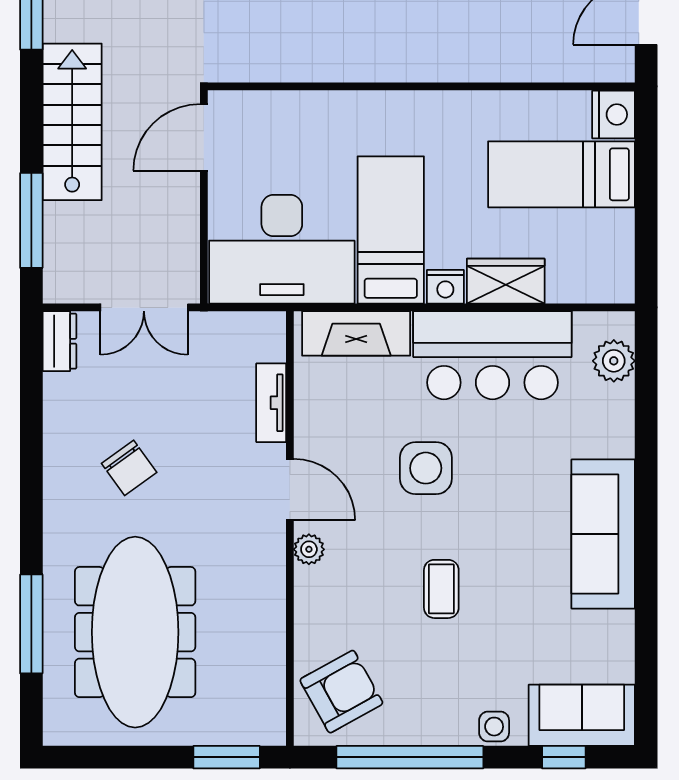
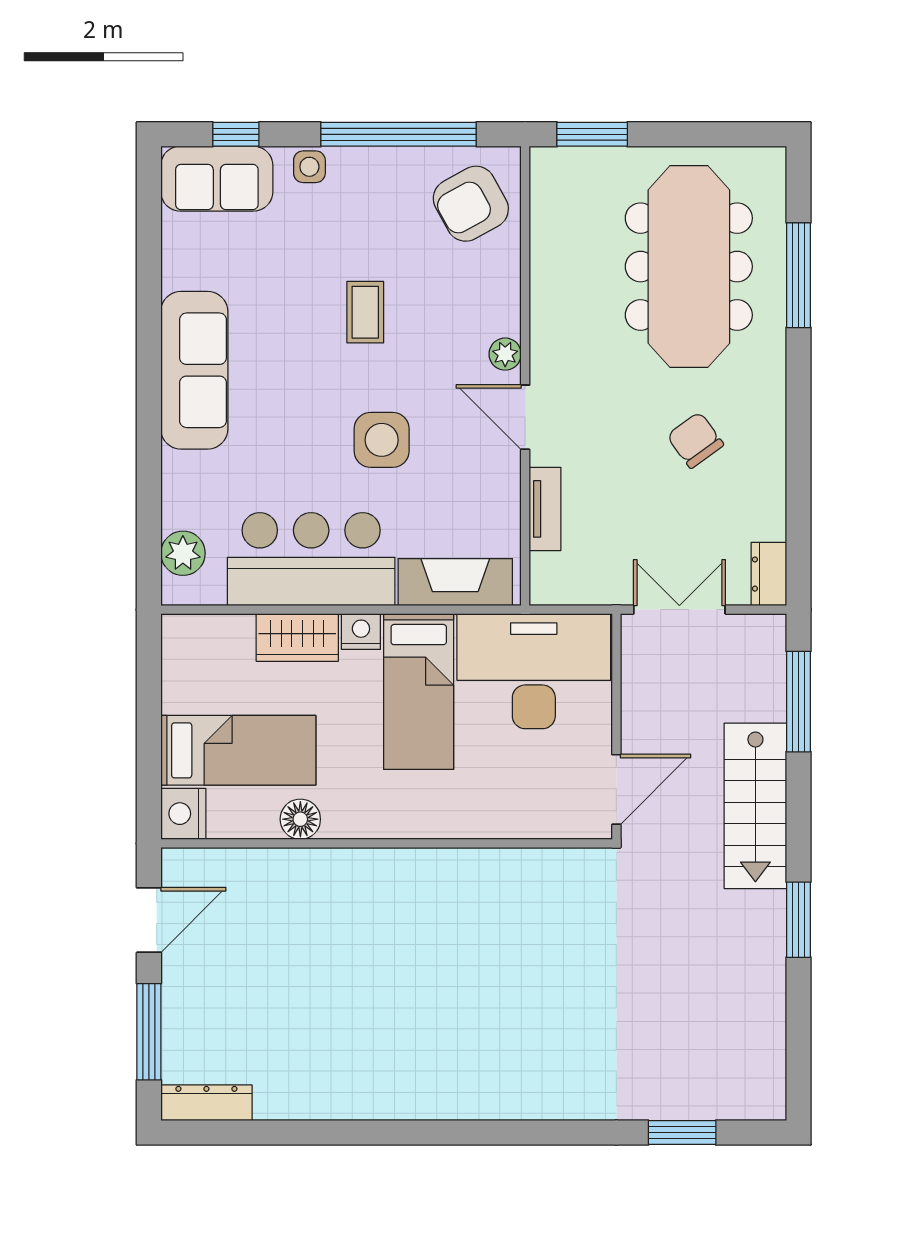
floor lamp: (503, 109) -> (300, 819), added

